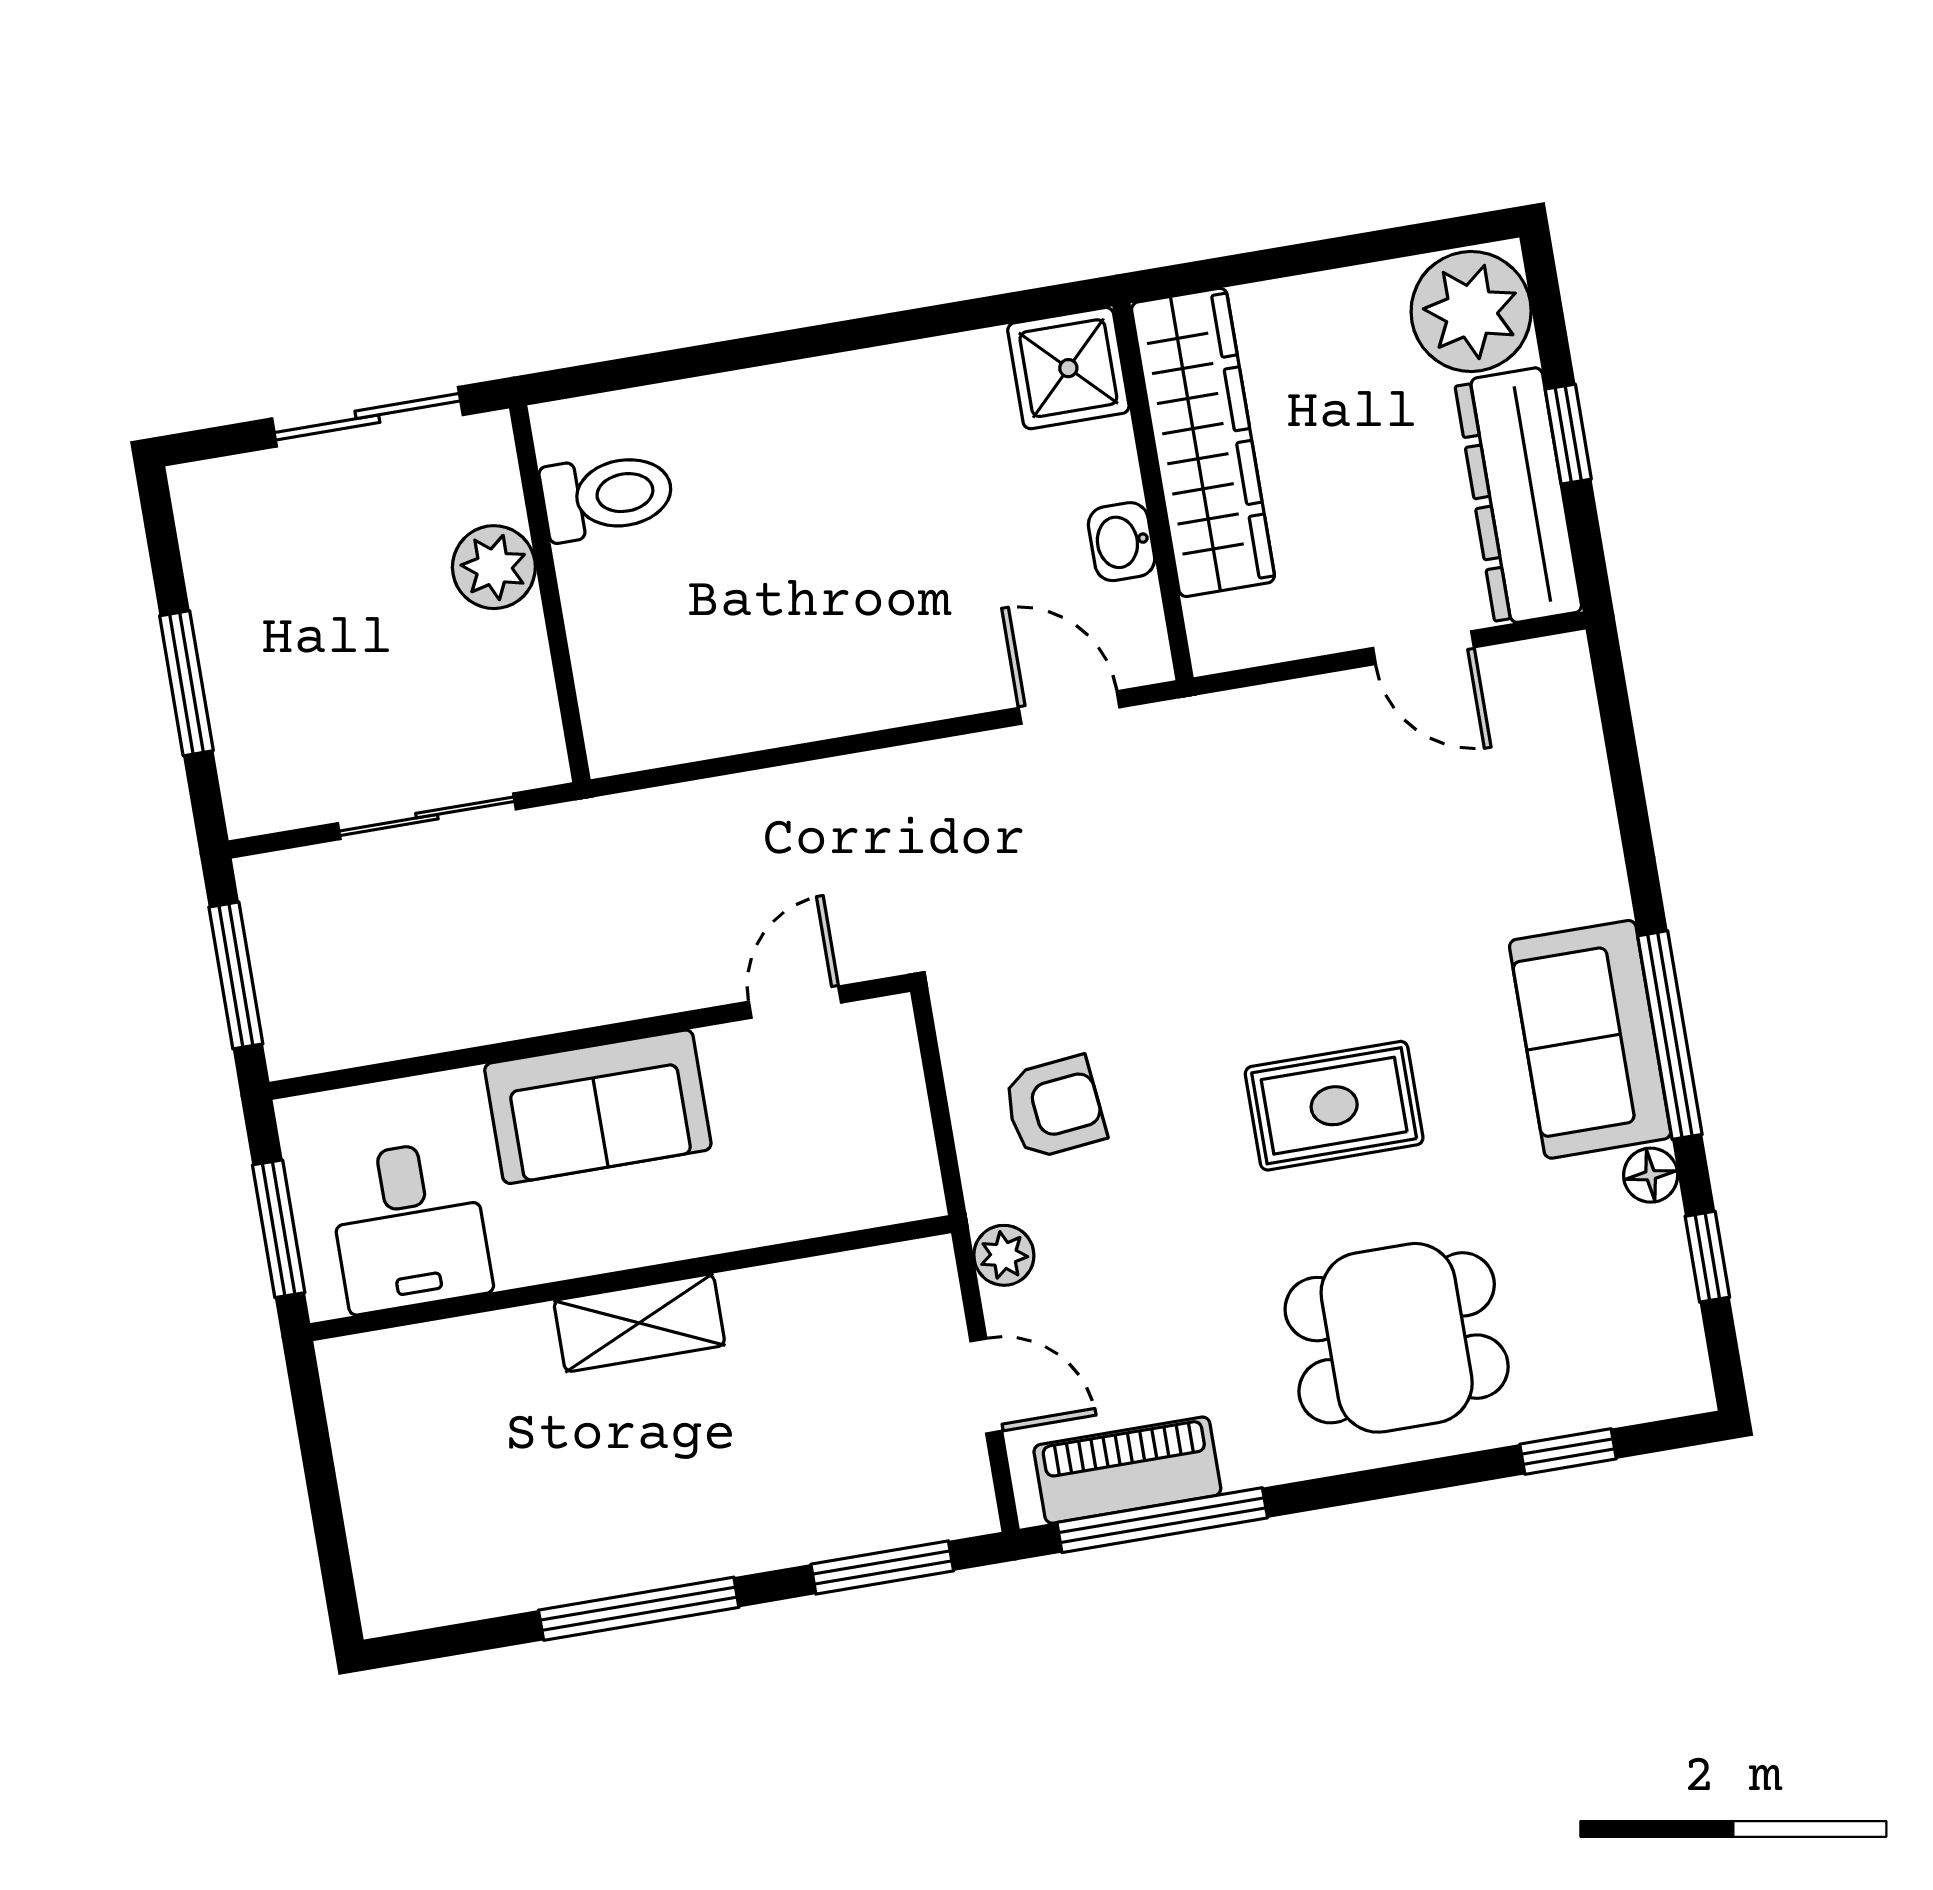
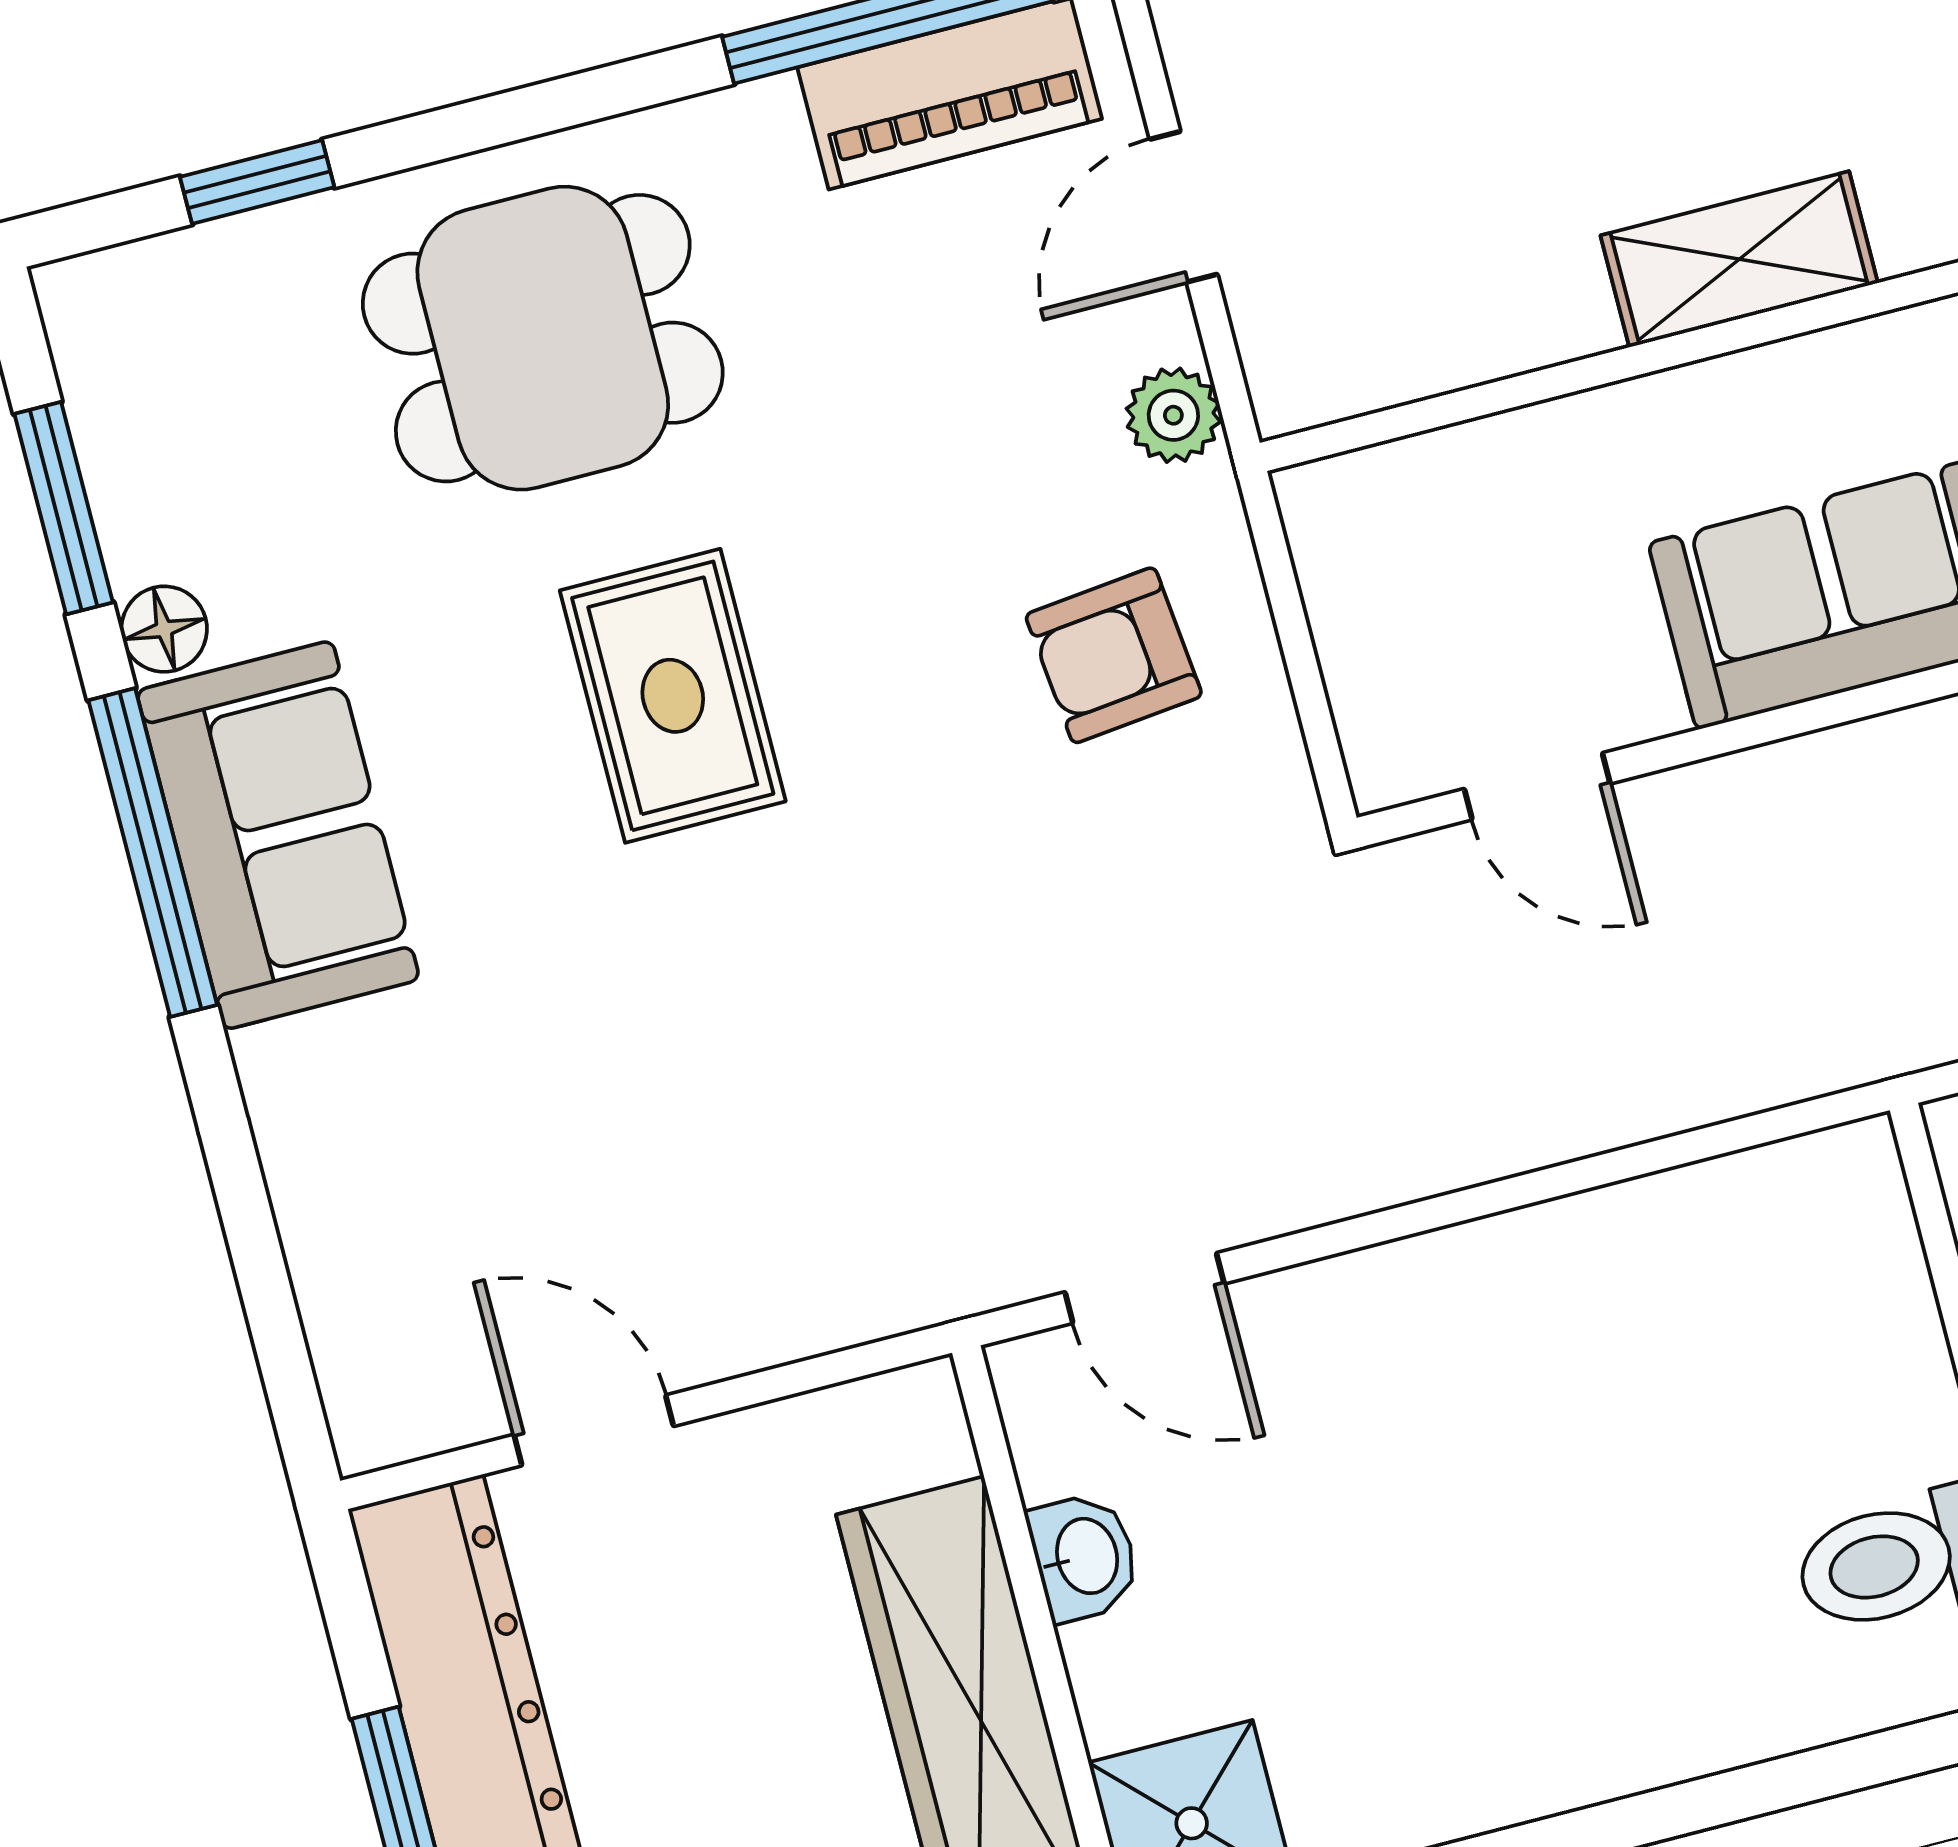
door: (795, 1002) -> (1537, 786), hinge flipped
rug: (1334, 1106) -> (673, 696), turned 90
window: (1707, 1257) -> (64, 508), width x1.50
door: (986, 1386) -> (1184, 207), hinge flipped

